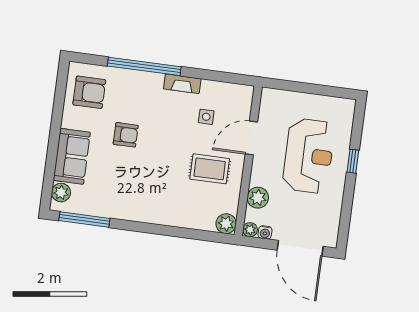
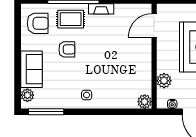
side table: (206, 117) -> (87, 95), moved
door: (251, 138) -> (154, 25), moved
rug: (210, 169) -> (71, 19), moved
plant: (250, 230) -> (162, 104), removed

